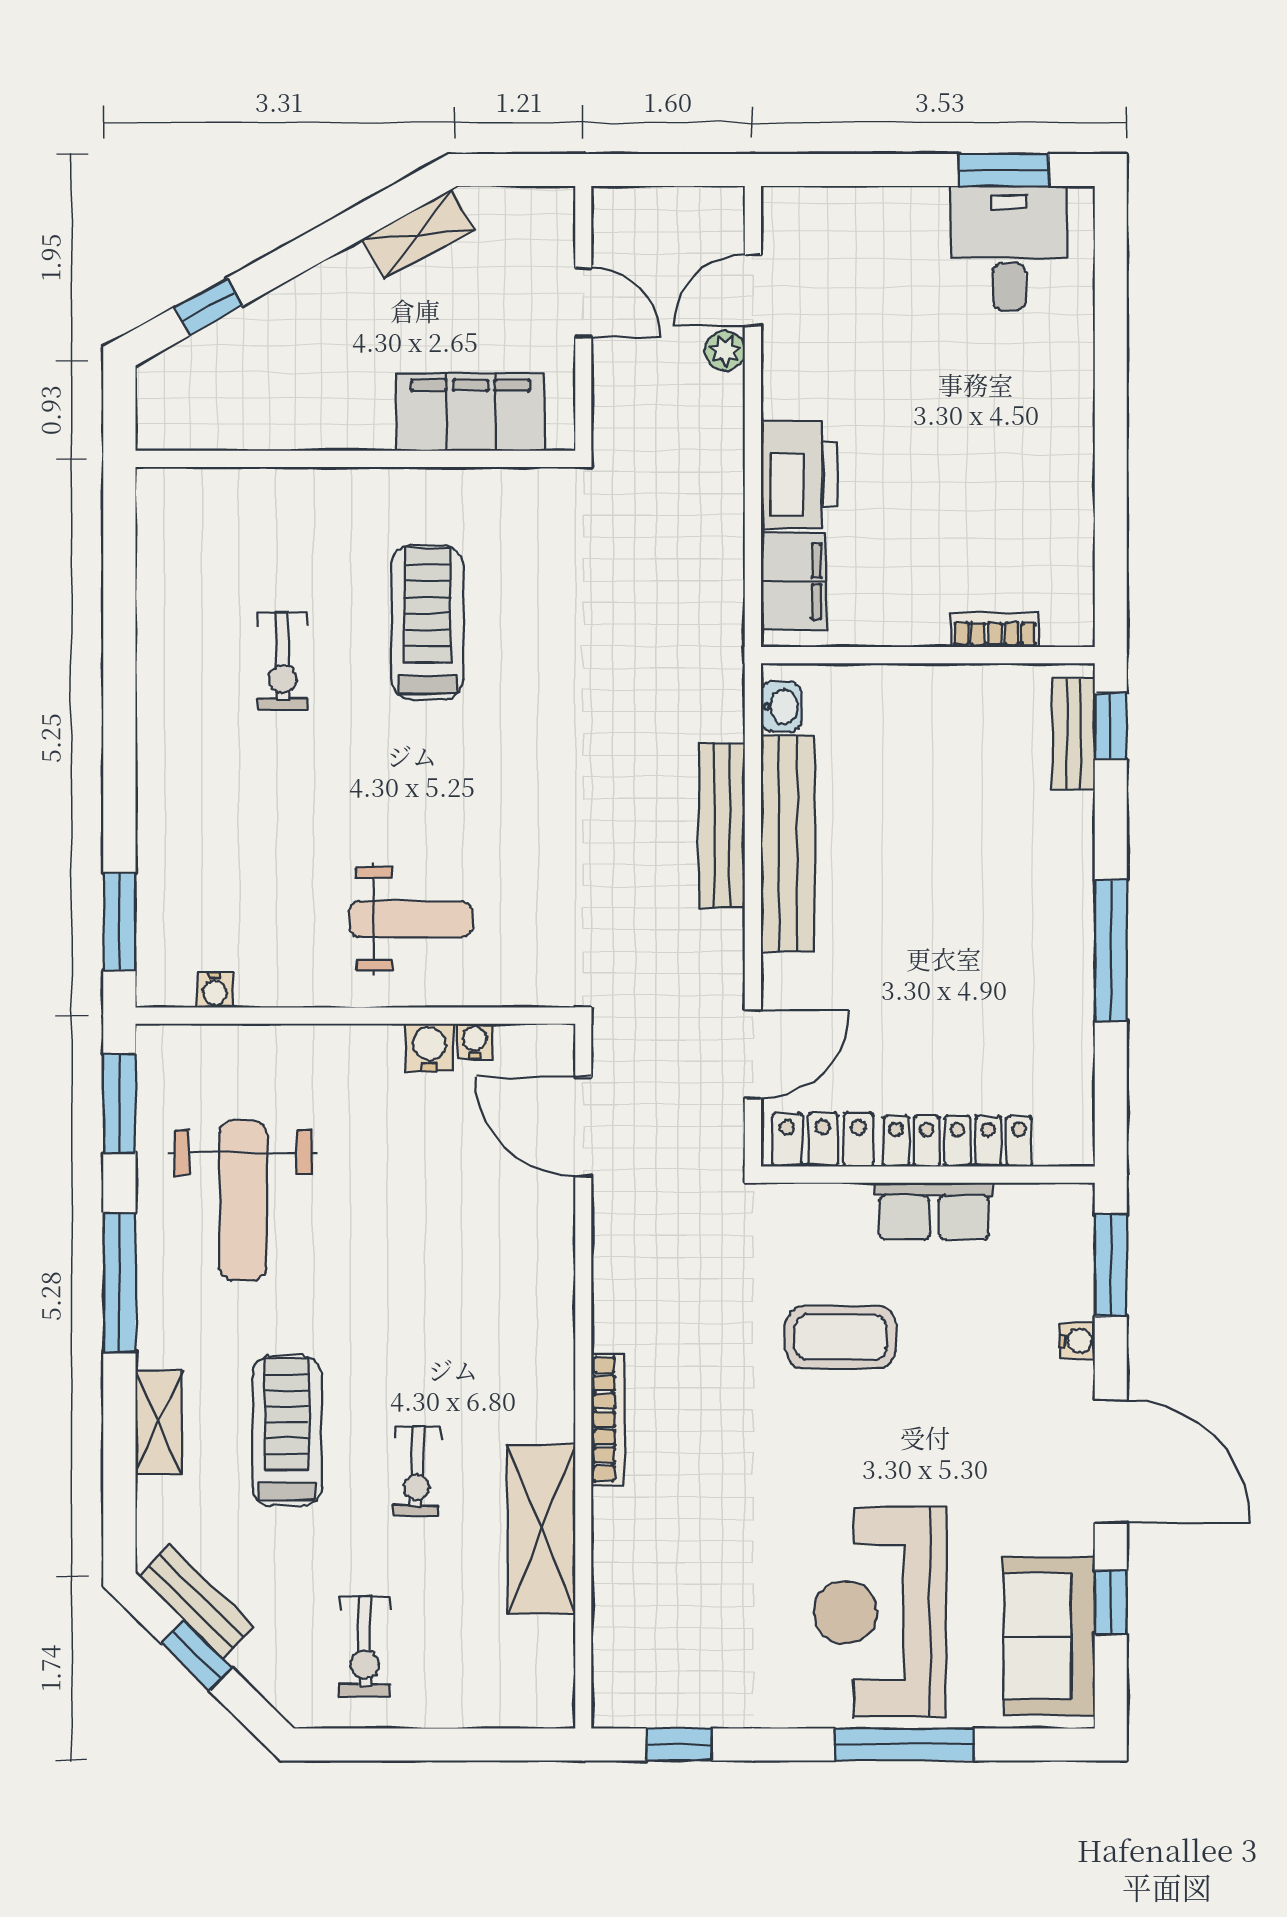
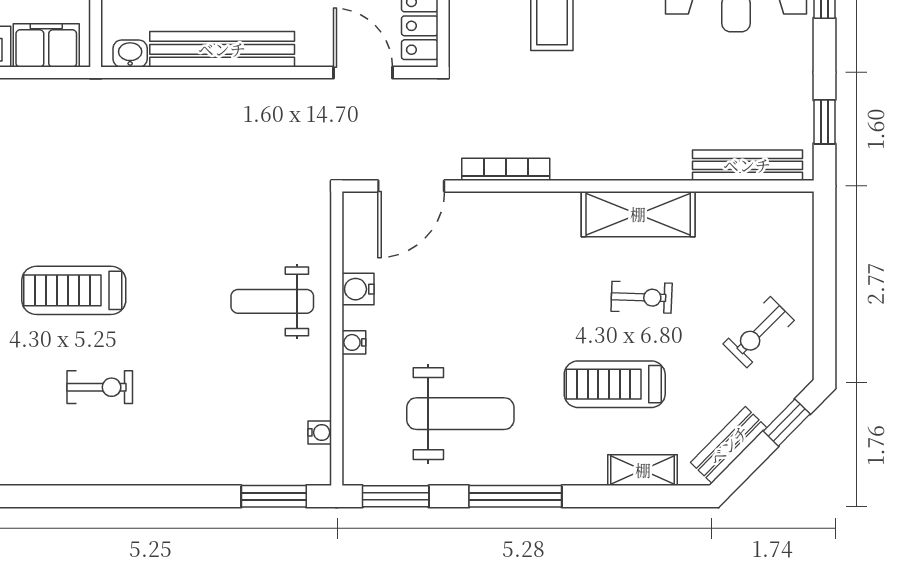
bench: (722, 825) -> (747, 165), moved
weight bench: (411, 919) -> (272, 301), turned -90
water cooler: (475, 1041) -> (354, 342), moved
bookcase: (608, 1419) -> (506, 169), moved
shelving: (159, 1422) -> (643, 470), moved
shelving: (541, 1529) -> (638, 214), moved
exercise bike: (365, 1646) -> (759, 332), turned 135
window: (196, 1655) -> (787, 423), moved

